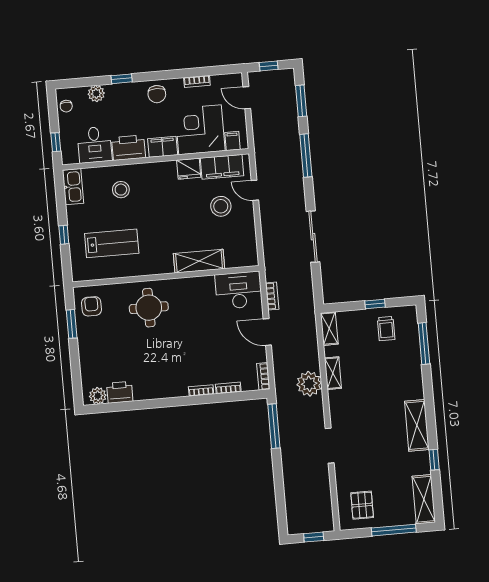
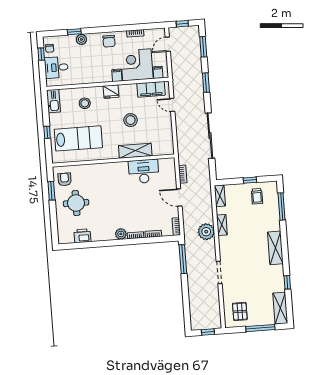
window: (122, 79) -> (74, 32), moved
plant: (96, 94) -> (81, 39), moved
door: (247, 98) -> (168, 44), hinge flipped
window: (56, 142) -> (41, 54), moved
desk: (95, 145) -> (56, 67), moved, turned 90
filing cabinet: (163, 147) -> (117, 75), width x0.50
printer: (129, 148) -> (90, 76), removed
window: (306, 155) -> (206, 83), width x0.69
fridge: (189, 169) -> (111, 92), moved
stool: (221, 206) -> (131, 120), moved
sliding door: (313, 237) -> (210, 136), width x1.36
lab bench: (112, 243) -> (78, 138), width x1.36, depth x1.39
desk: (239, 290) -> (144, 171), moved
round table: (149, 308) -> (76, 203), moved
plant: (98, 396) -> (121, 234), moved
shelving: (417, 425) -> (275, 248), moved

